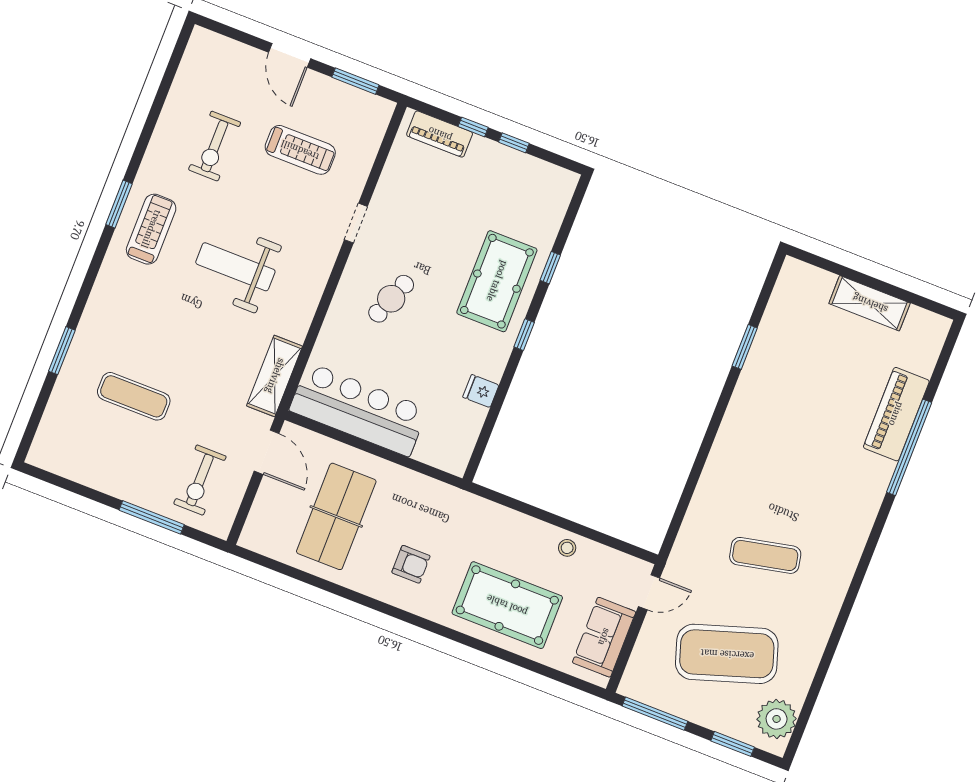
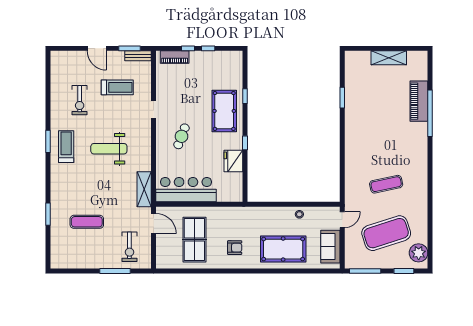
bench: (367, 103) -> (138, 56), added
window: (524, 335) -> (245, 143), moved
fridge: (481, 391) -> (233, 161), width x1.88, depth x1.34

